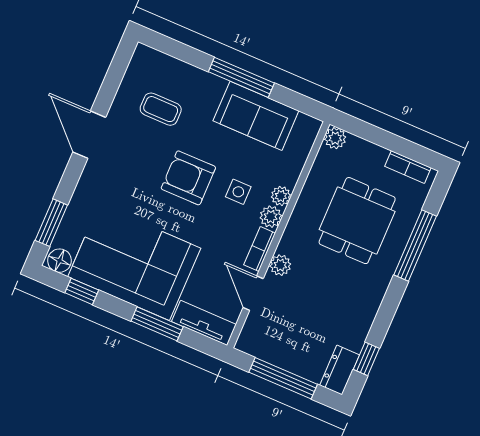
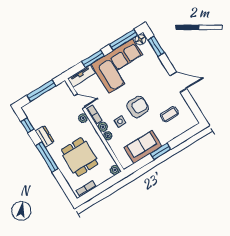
window: (241, 77) -> (161, 151), width x0.69
window: (415, 245) -> (47, 157), moved
window: (82, 291) -> (124, 40), width x2.17
dresser: (340, 370) -> (45, 136), moved

